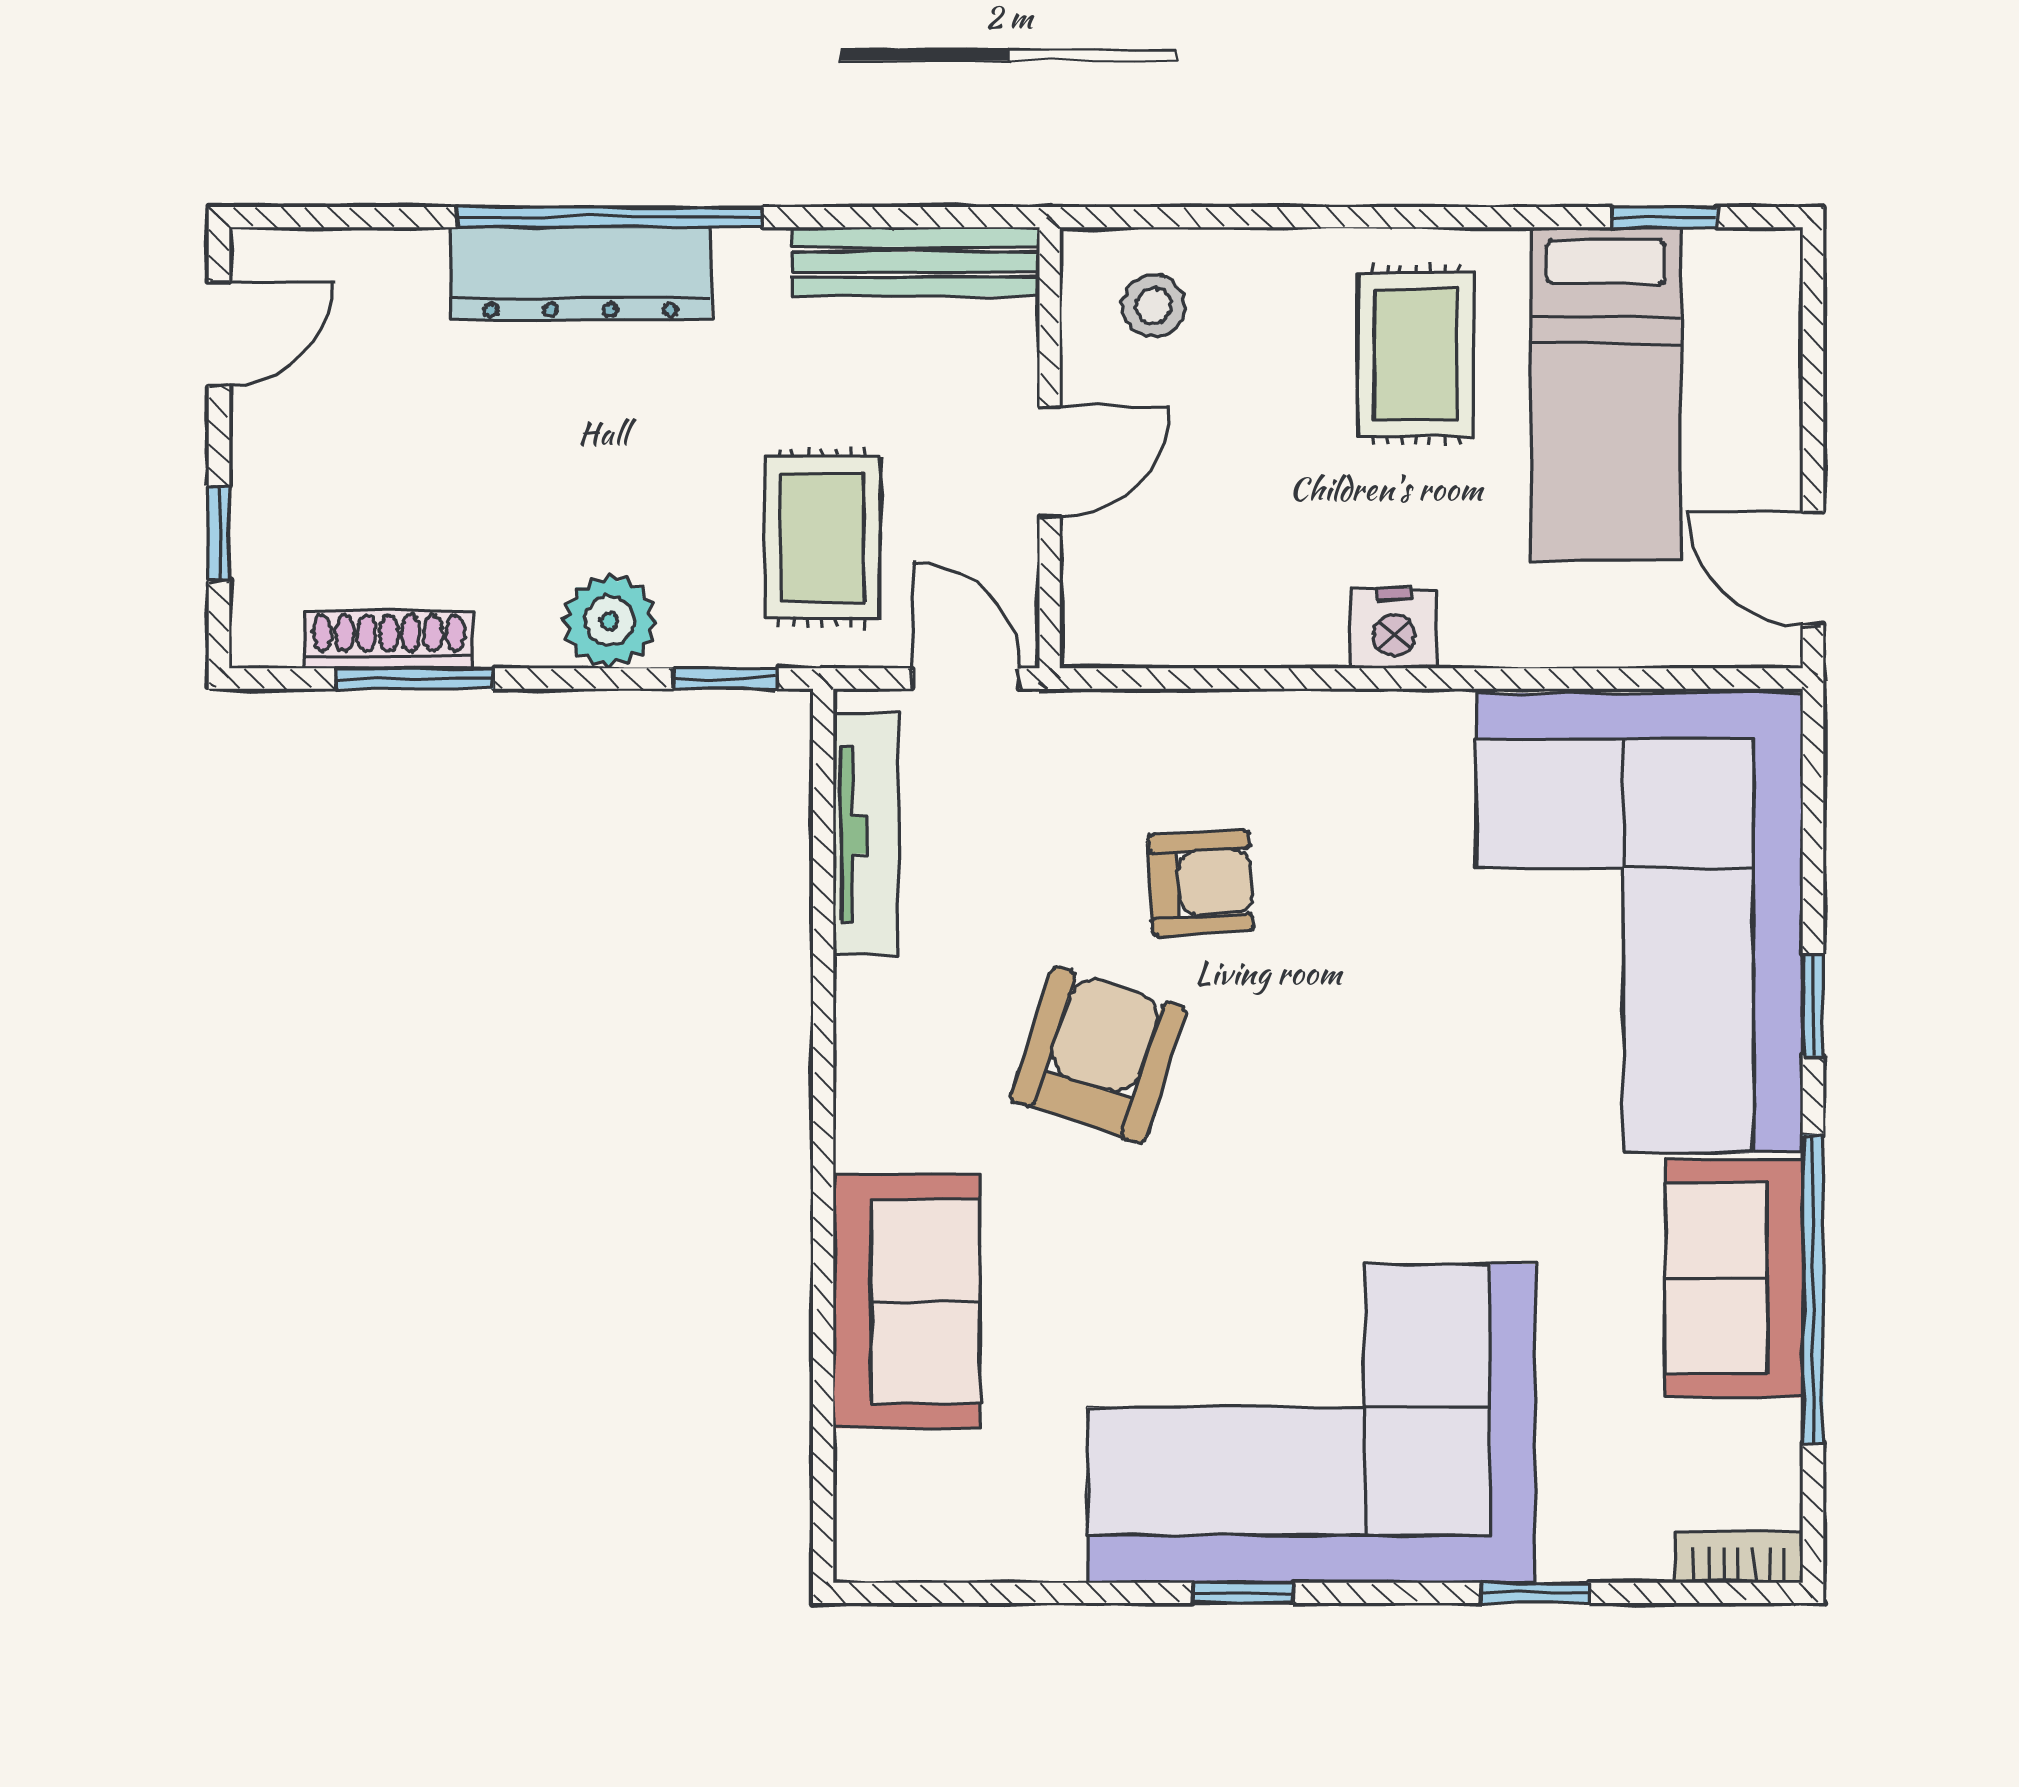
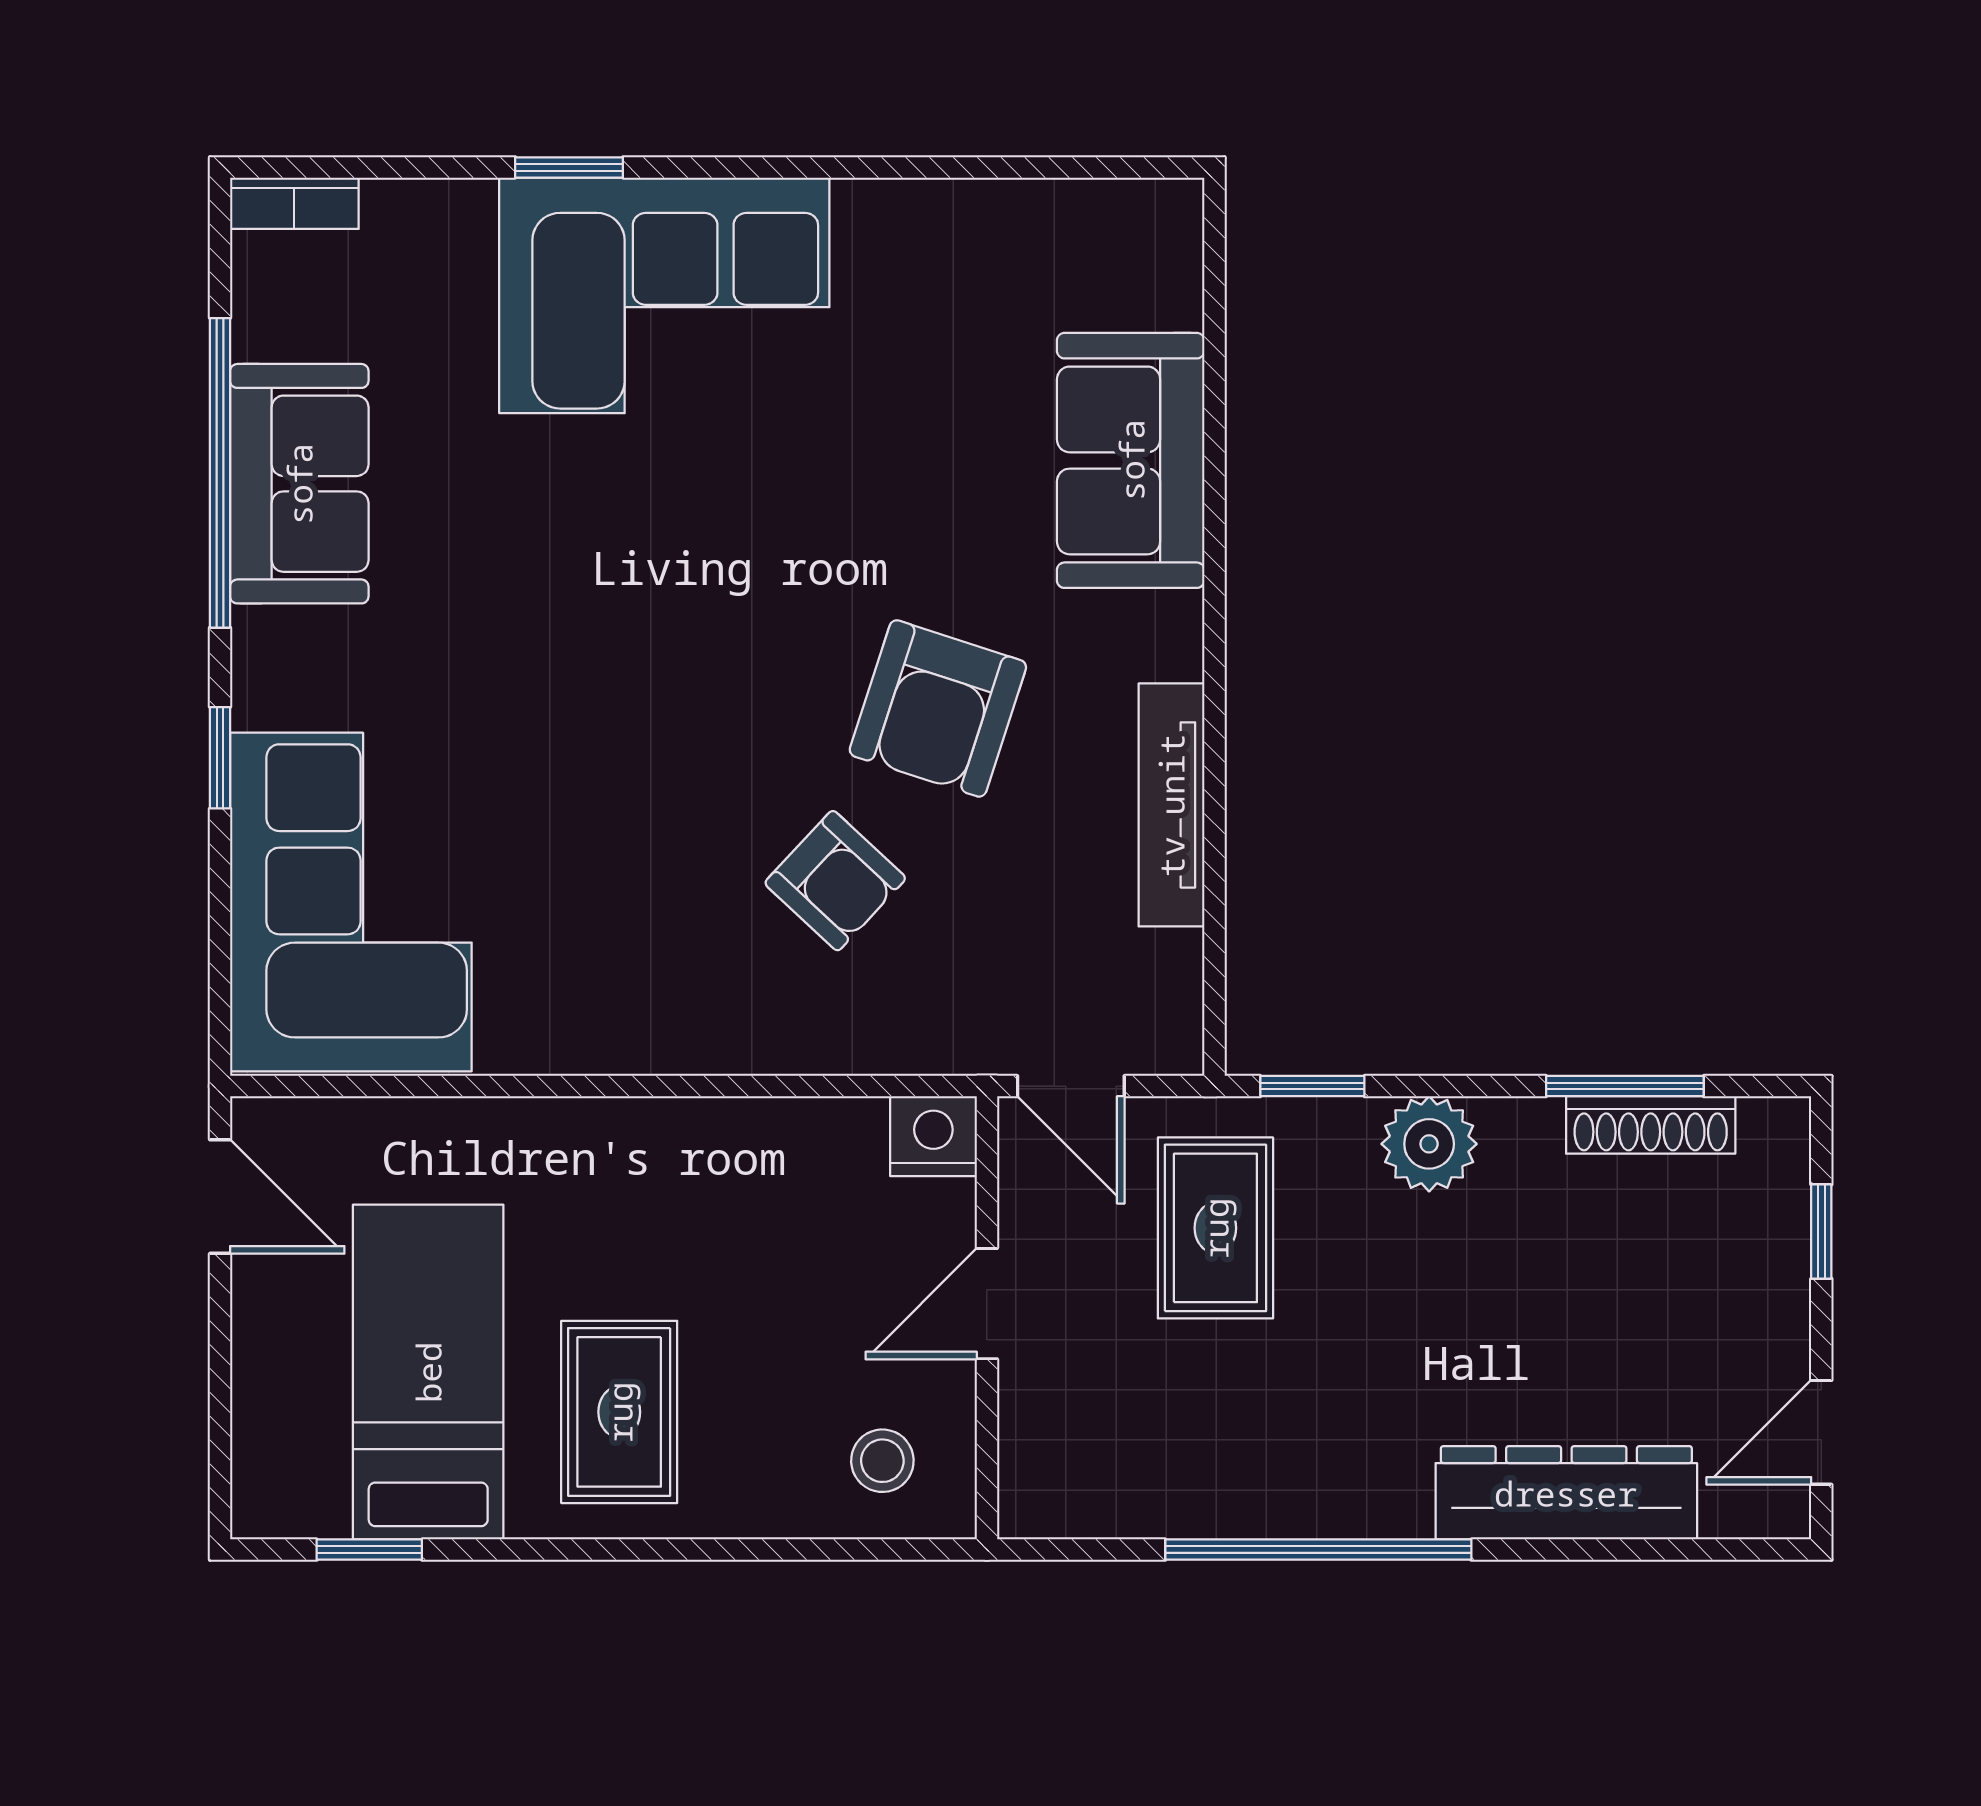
window: (610, 217) -> (1318, 1550), moved
bench: (916, 262) -> (1121, 1505), removed
dresser: (581, 274) -> (1566, 1493), moved
nightstand: (1394, 629) -> (933, 1136), moved
tv unit: (866, 834) -> (1171, 805), moved
armchair: (1201, 883) -> (835, 881), turned -134
corner sofa: (1639, 923) -> (351, 902), width x0.73, depth x0.74
corner sofa: (1311, 1423) -> (664, 295), width x0.73, depth x0.74
window: (1243, 1593) -> (793, 167), removed
window: (1535, 1593) -> (569, 167), moved

